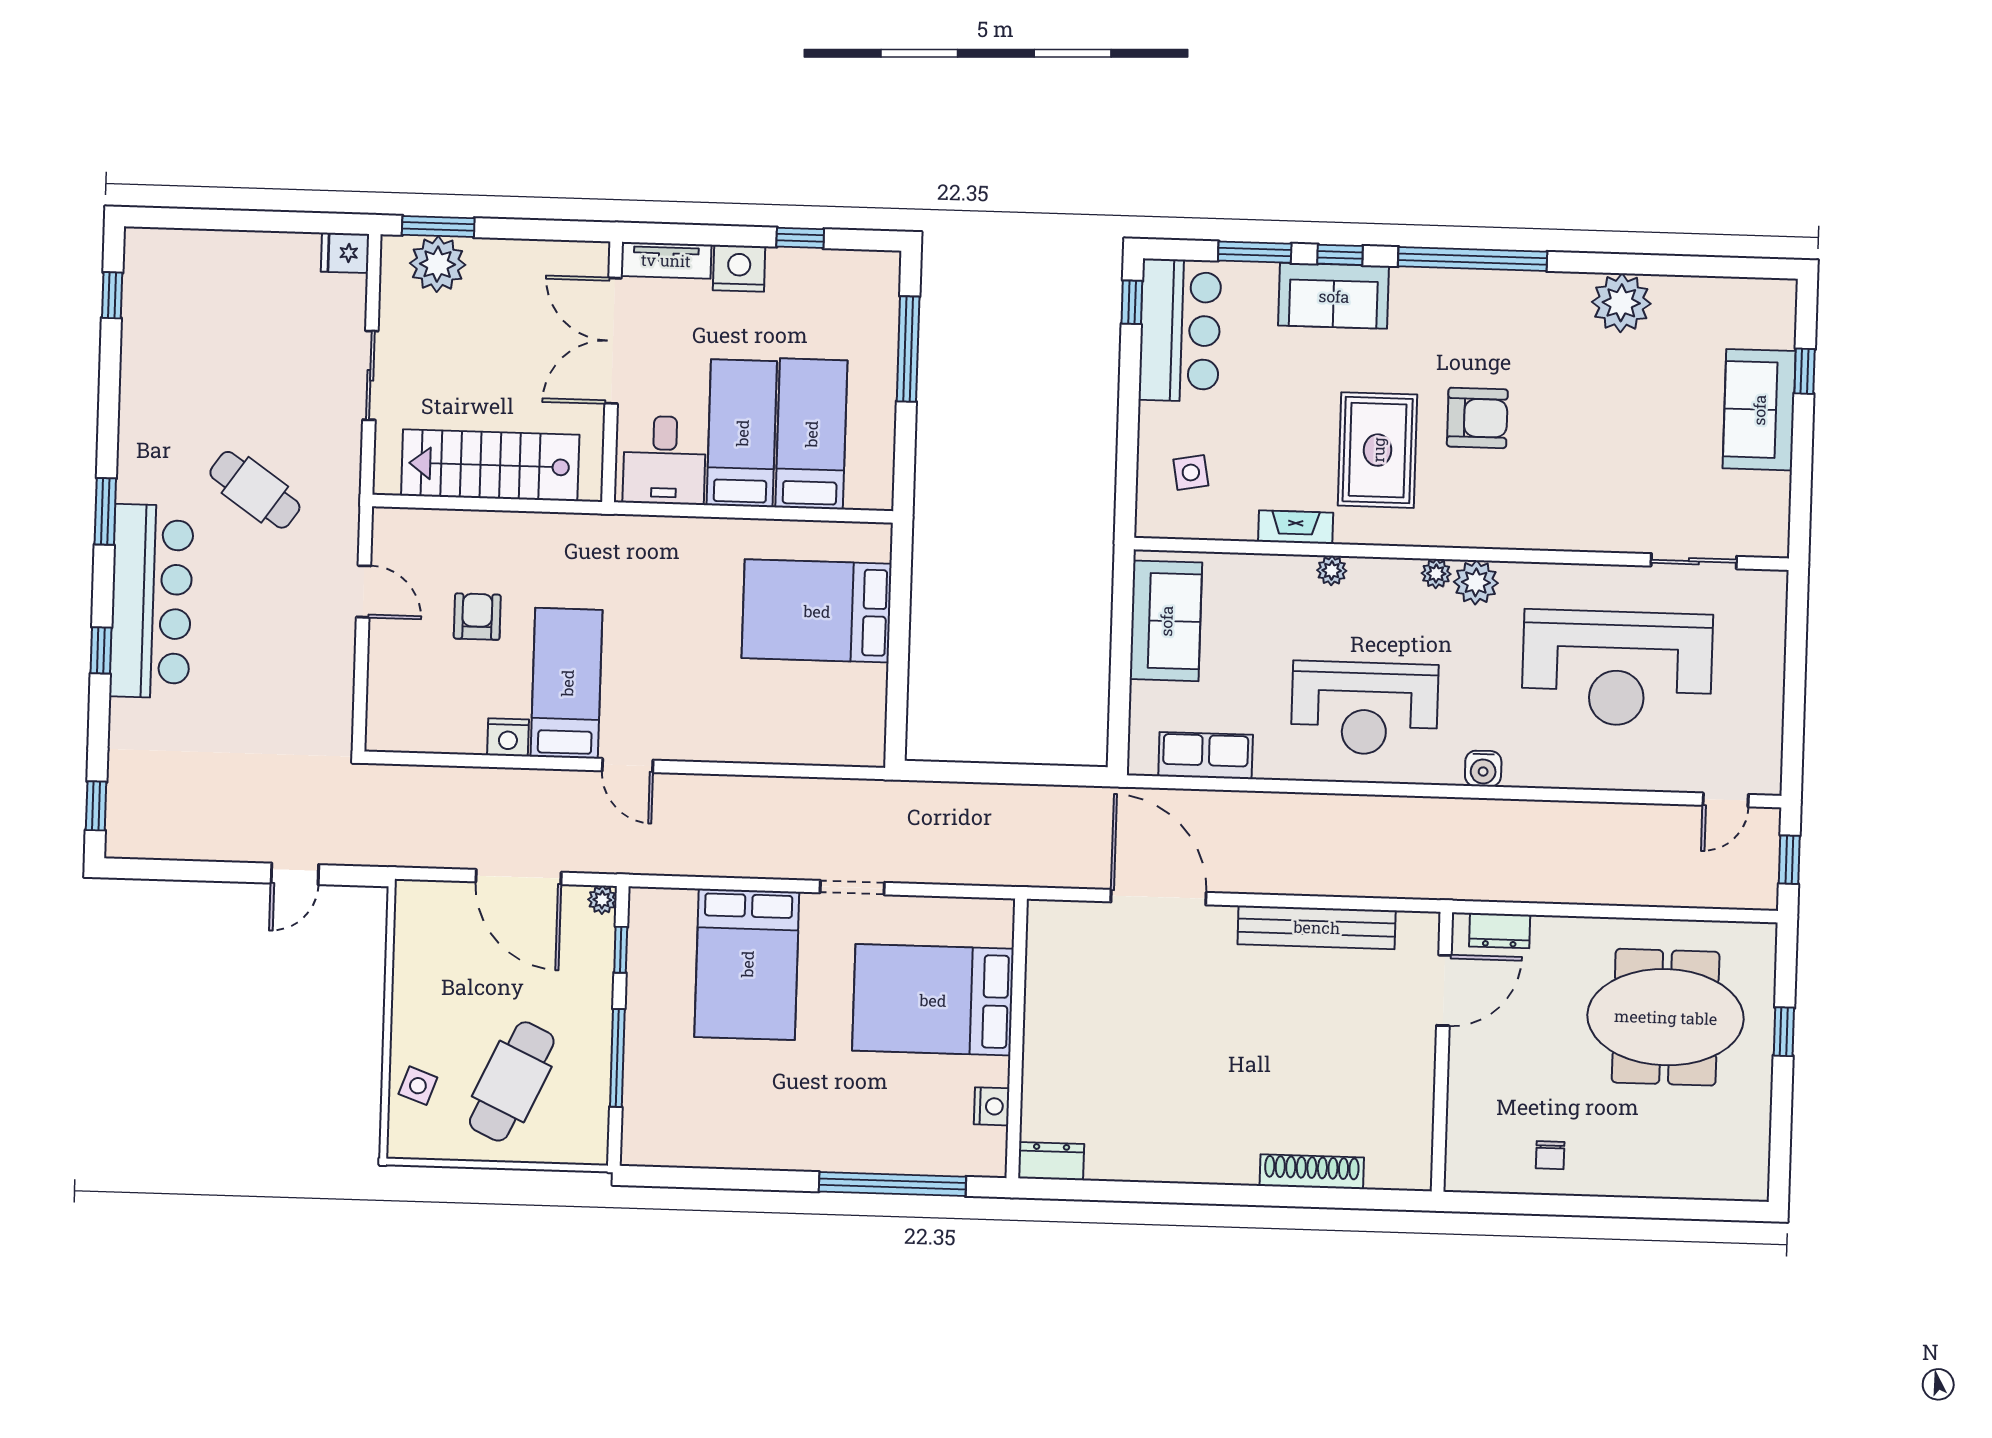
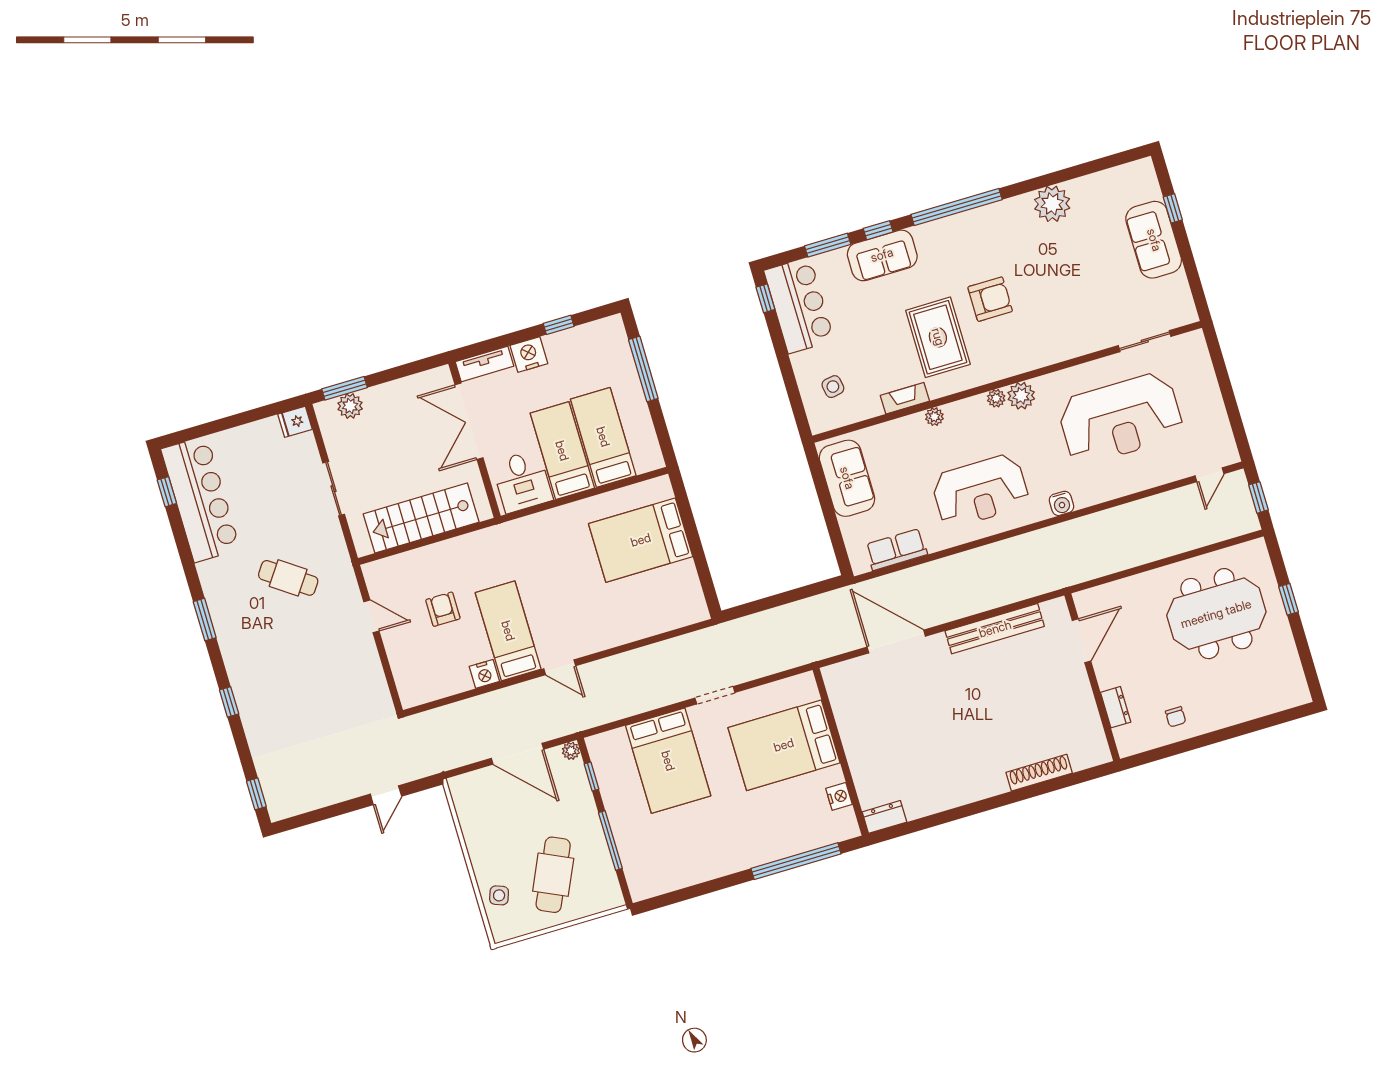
plant: (438, 264) -> (350, 406), width x0.73, depth x0.73
bar counter: (151, 601) -> (200, 499), moved
dresser: (1500, 931) -> (1116, 707), moved, turned -90

